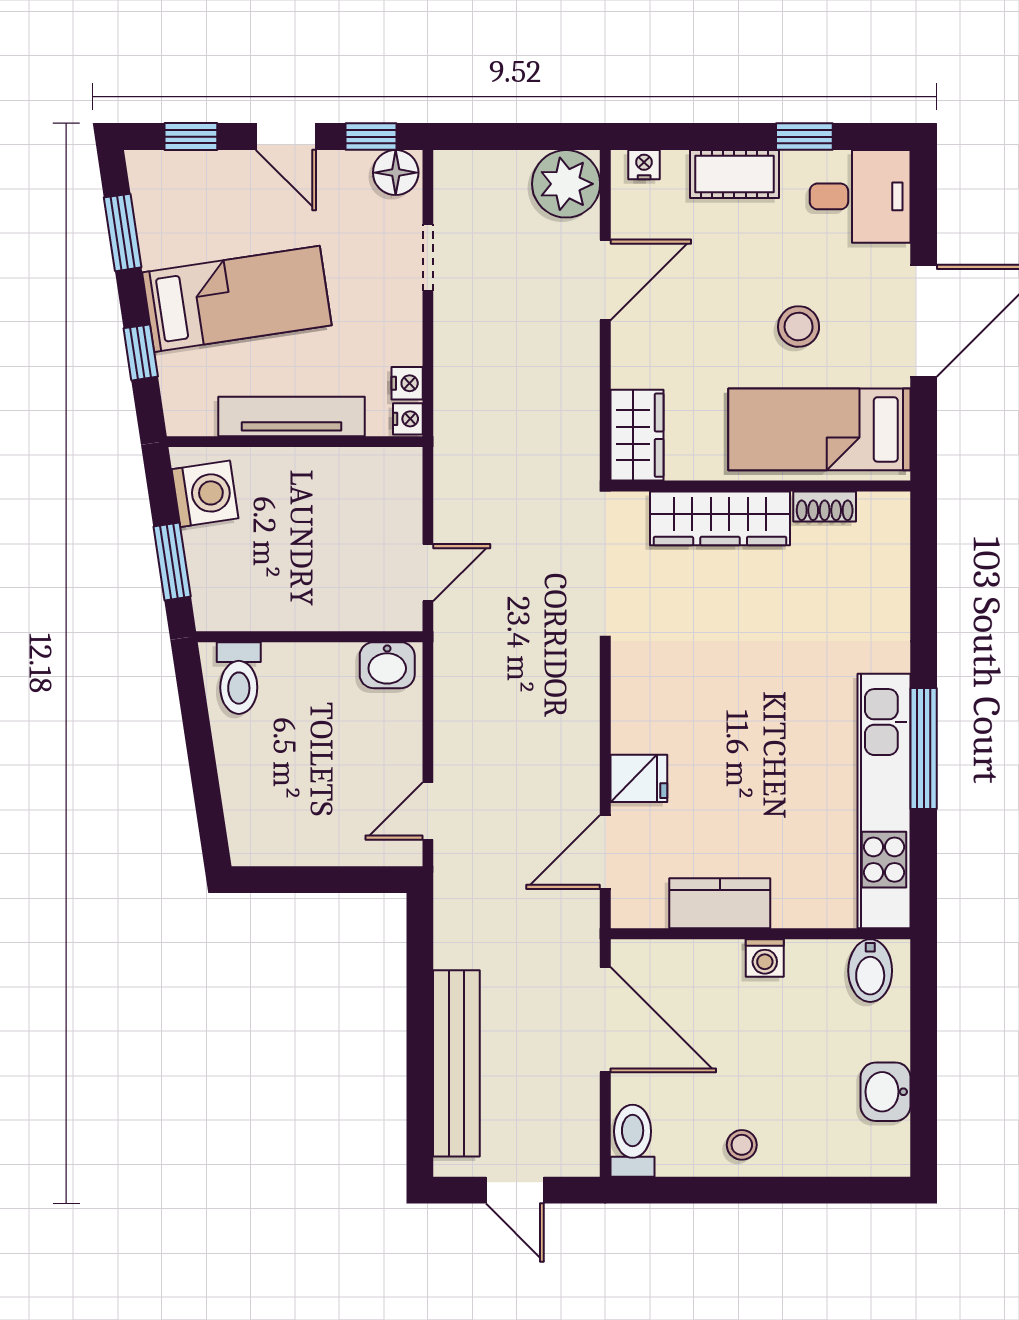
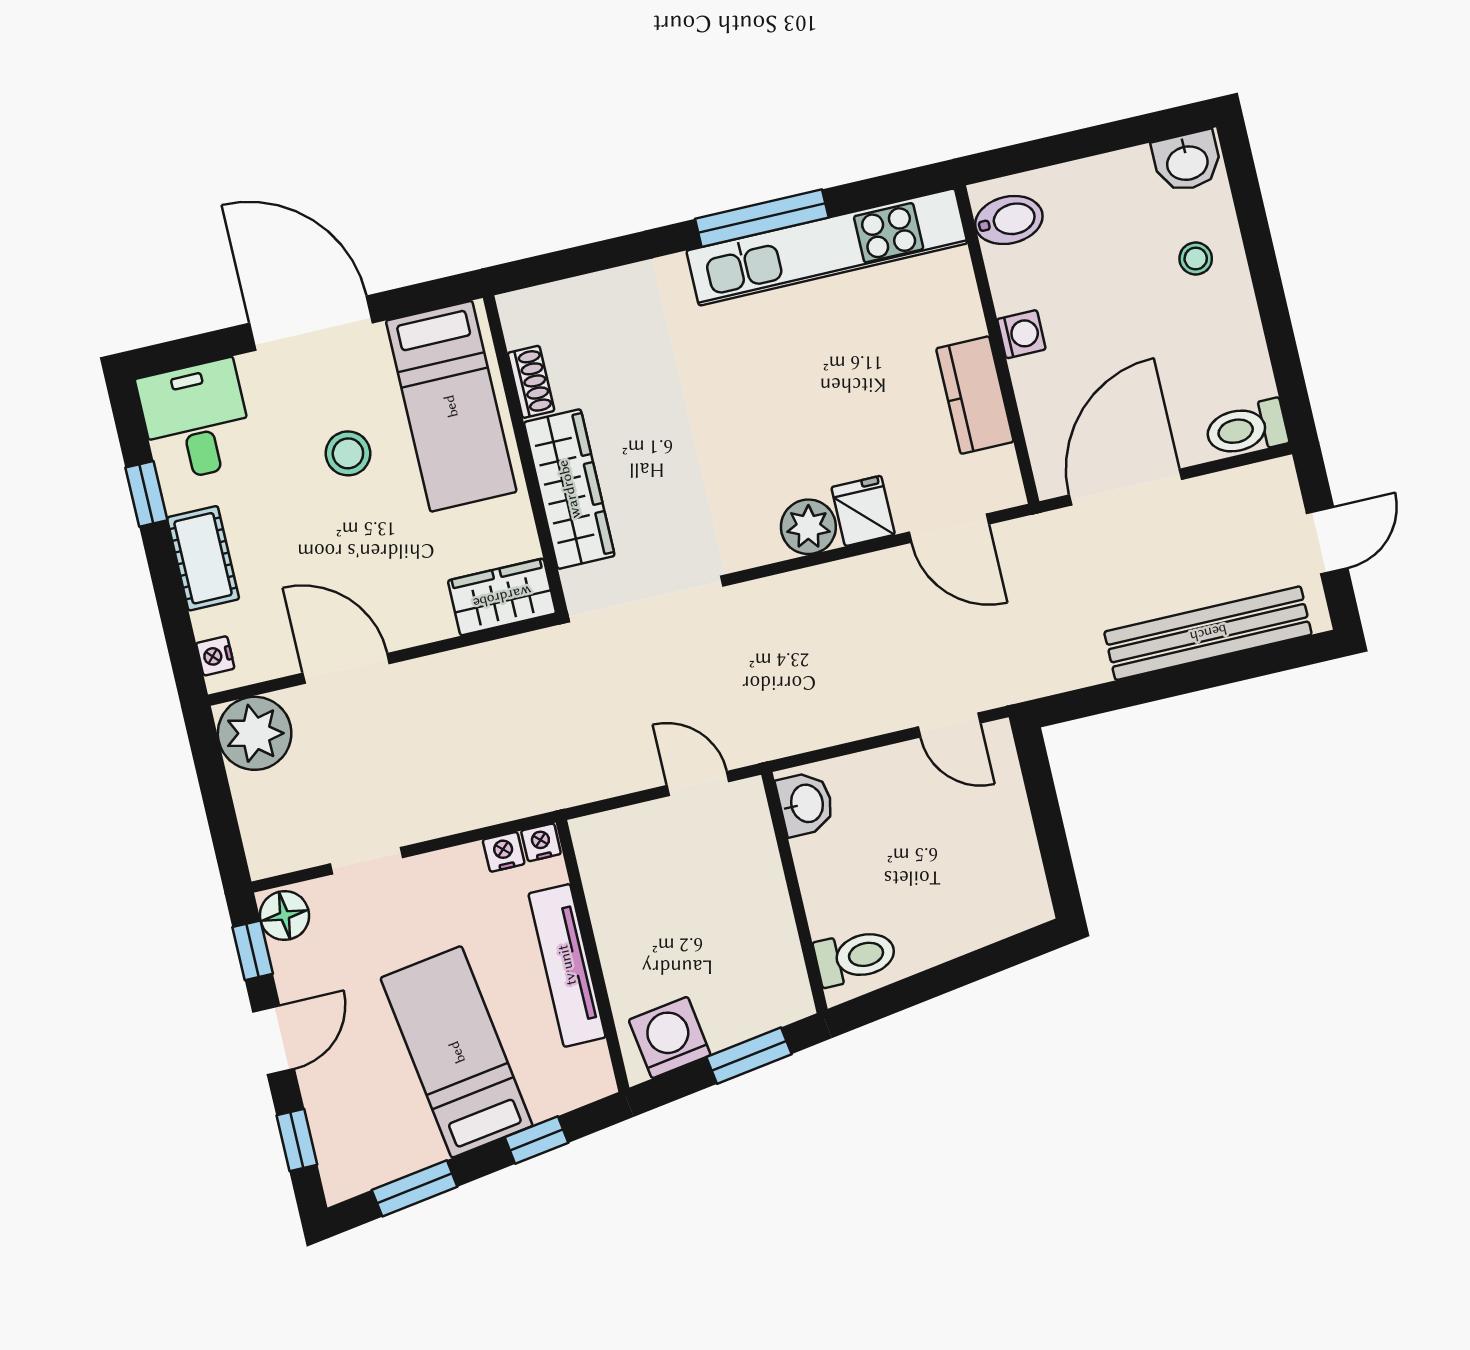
plant: (636, 726) -> (808, 527), added
washbasin: (886, 1092) -> (1187, 162), moved
stool: (742, 1145) -> (1196, 259), moved

